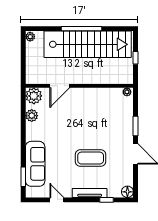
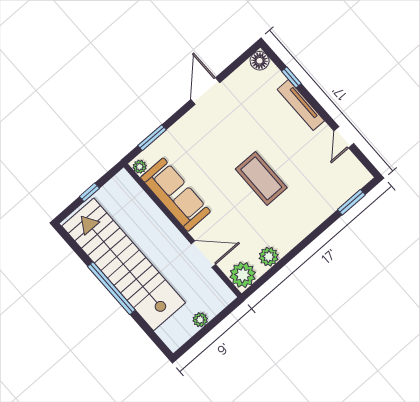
plant: (30, 37) -> (200, 320), moved
window: (135, 126) -> (152, 138), moved
coffee table: (91, 158) -> (261, 178), moved
sofa: (35, 164) -> (175, 195), moved, turned 90

